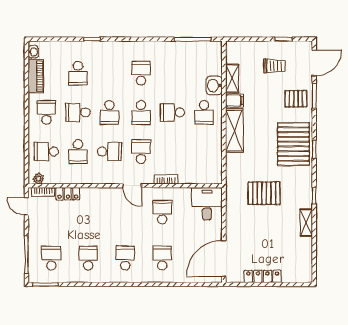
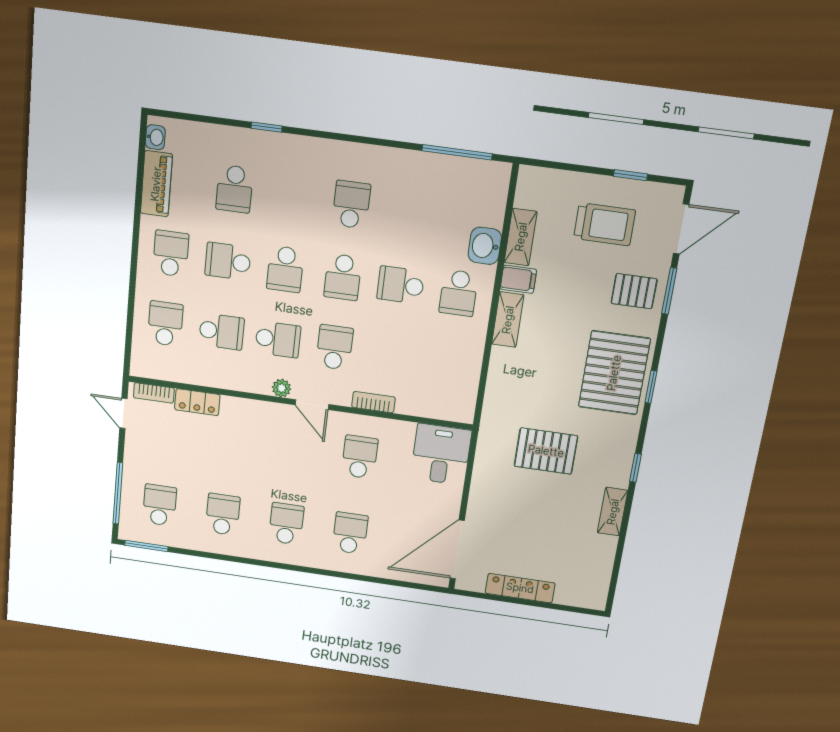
trolley: (274, 66) -> (604, 224), width x1.36, depth x1.39
shelving: (234, 130) -> (508, 320), width x0.67, depth x0.75
school desk: (46, 152) -> (165, 324), turned 90
school desk: (78, 152) -> (222, 332), turned -90
plant: (39, 179) -> (282, 388), moved

